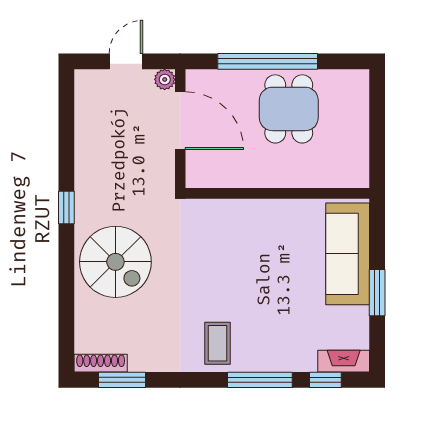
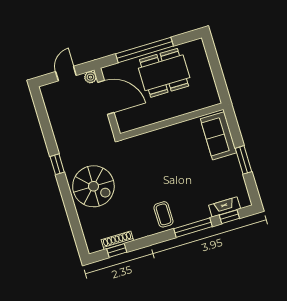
dining table: (289, 109) -> (164, 73), width x1.38
sofa: (348, 254) -> (218, 136), width x0.73
fireplace: (344, 361) -> (225, 207), moved
shoe rack: (101, 363) -> (117, 240), moved
window: (122, 380) -> (117, 251), width x0.67

